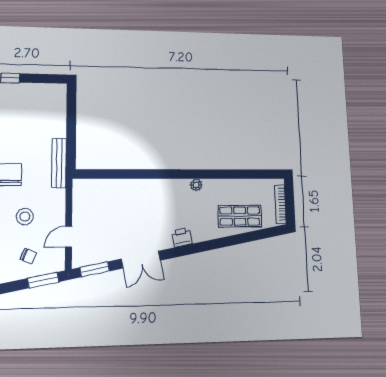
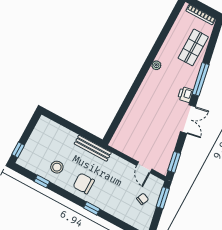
stool: (25, 217) -> (57, 167), moved
window: (209, 245) -> (201, 79), added
double door: (141, 260) -> (188, 119), moved

